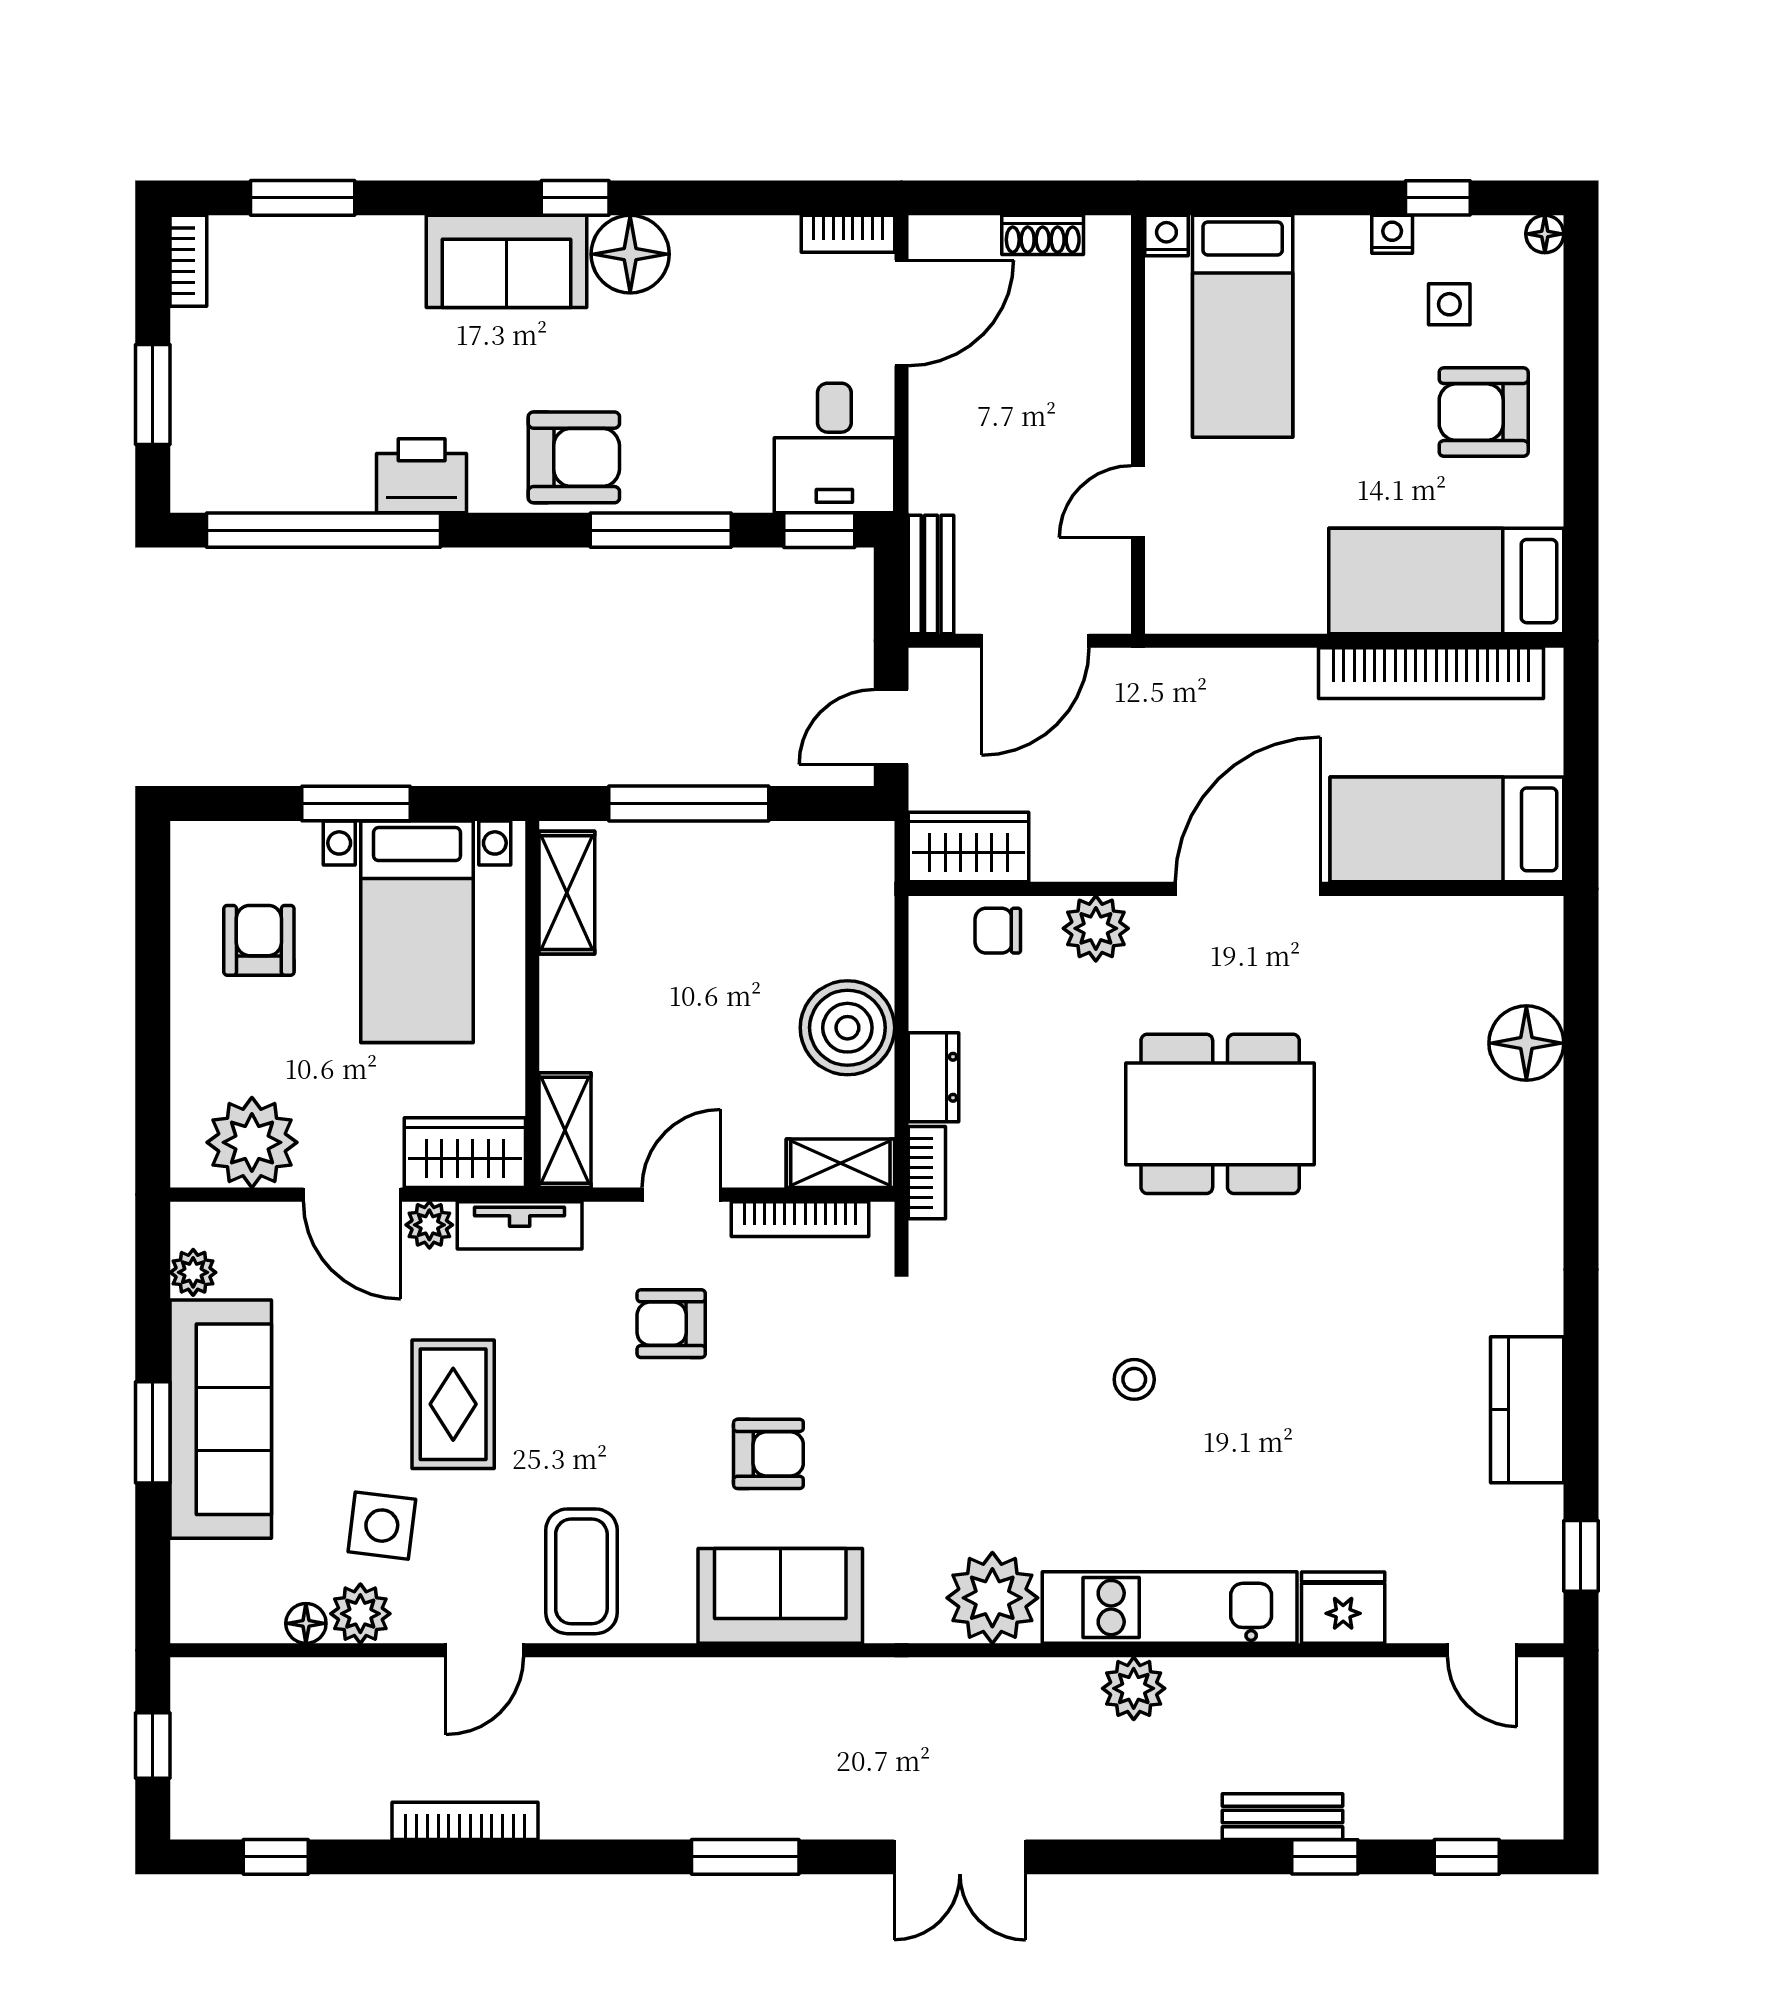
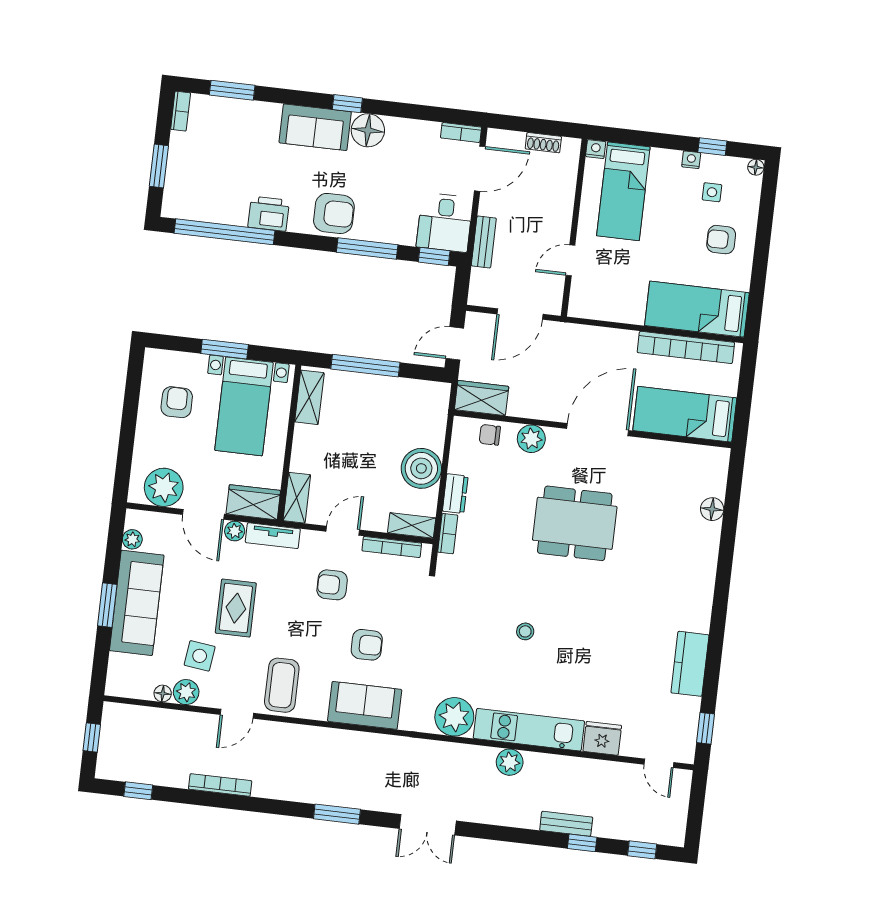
armchair: (1484, 412) -> (721, 240), width x0.72, depth x0.72
bench: (931, 575) -> (484, 242), moved
floor lamp: (1526, 1043) -> (712, 509), width x0.73, depth x0.73

